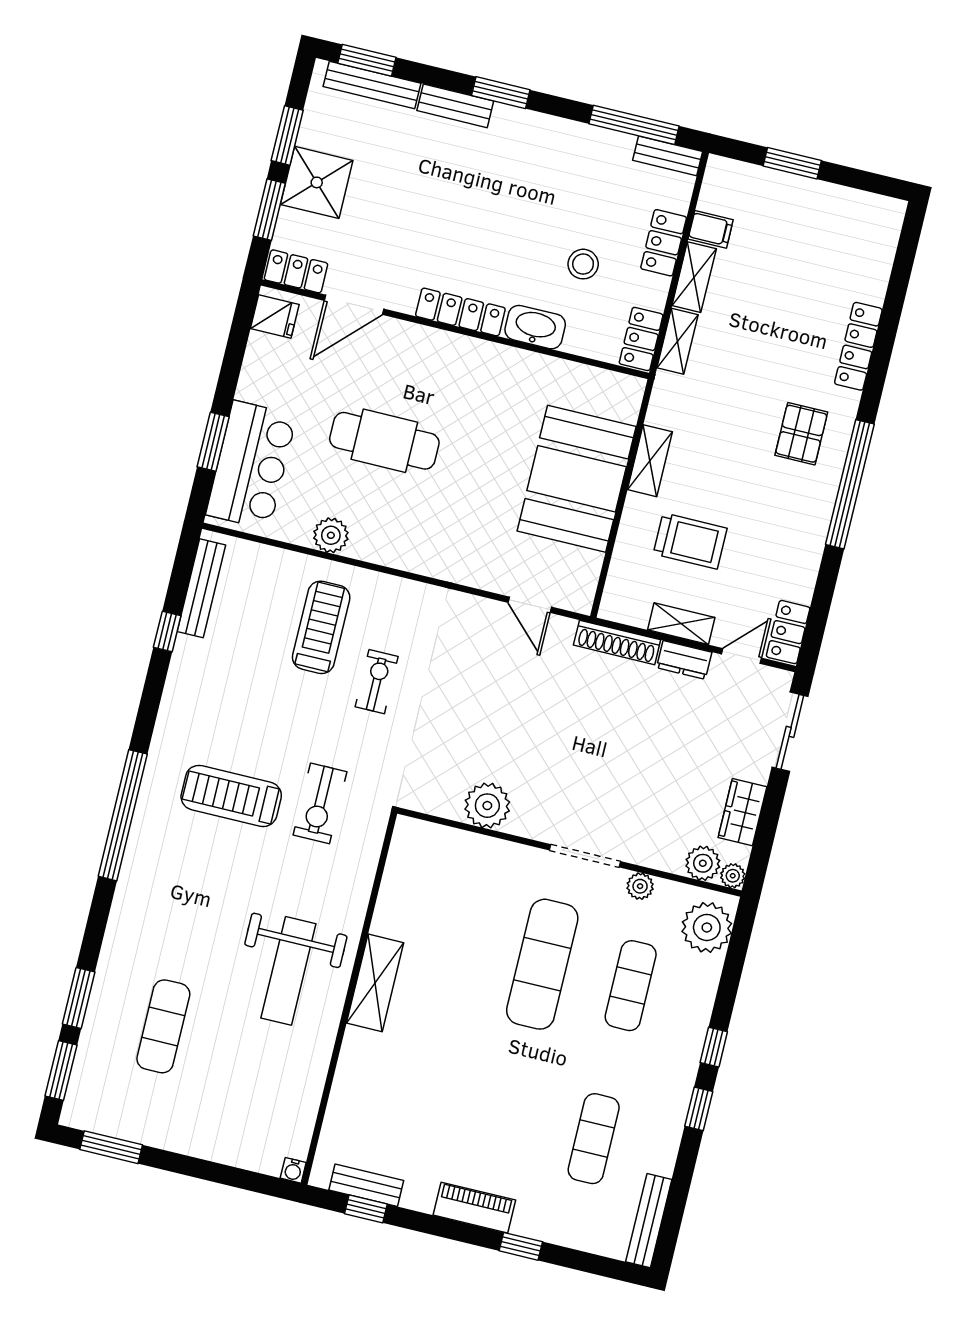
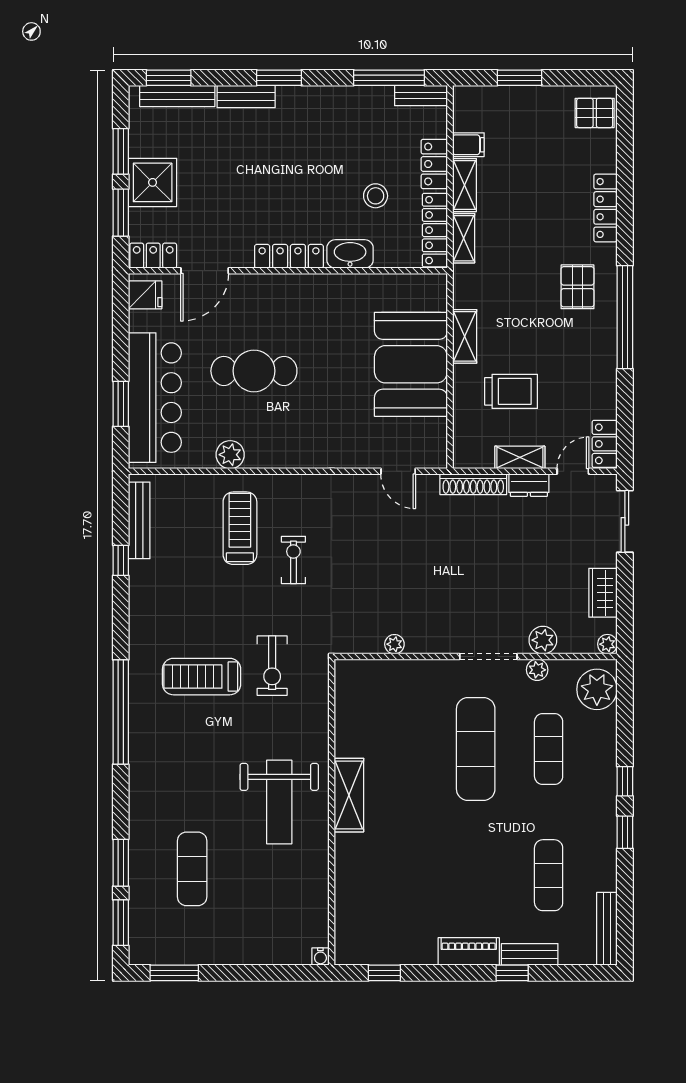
pallet: (873, 228) -> (595, 113), added
locker: (641, 339) -> (435, 230), width x1.53
bar counter: (251, 465) -> (155, 398), width x1.36
plant: (487, 806) -> (394, 644), width x0.53, depth x0.53
plant: (703, 863) -> (543, 640), moved
bench: (366, 1185) -> (530, 954), moved

